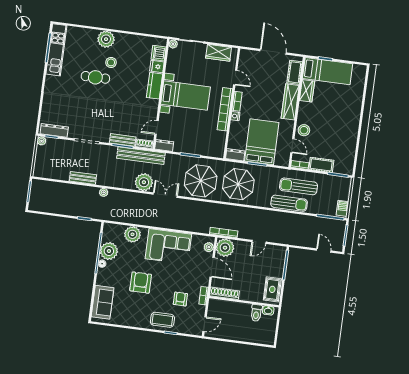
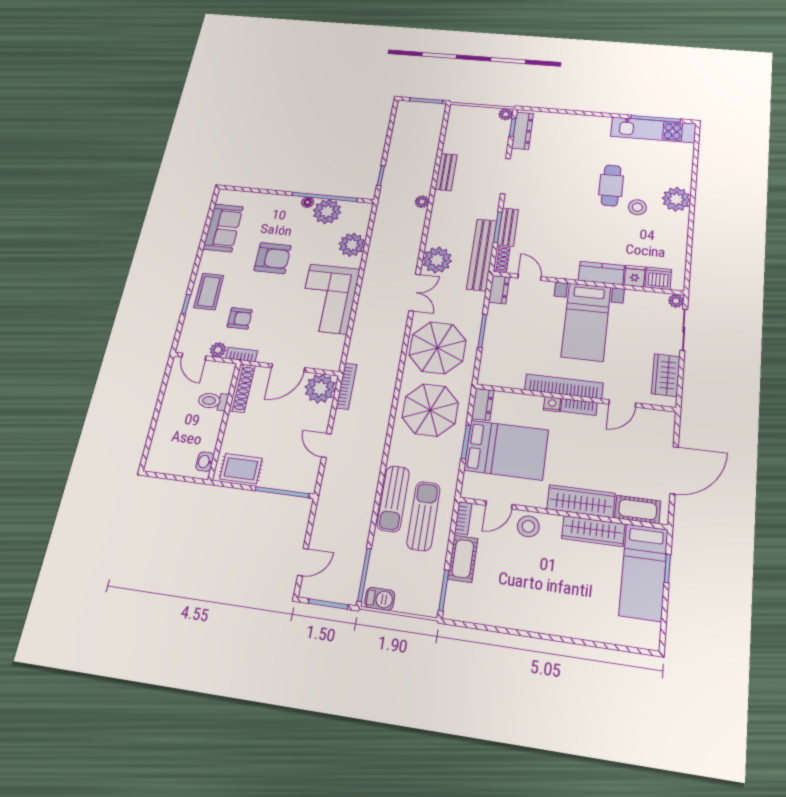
wardrobe: (307, 91) -> (593, 531), width x1.50
plant: (209, 247) -> (218, 350), moved
sofa: (103, 302) -> (223, 228), moved, turned -90
toilet: (256, 313) -> (213, 401), moved

